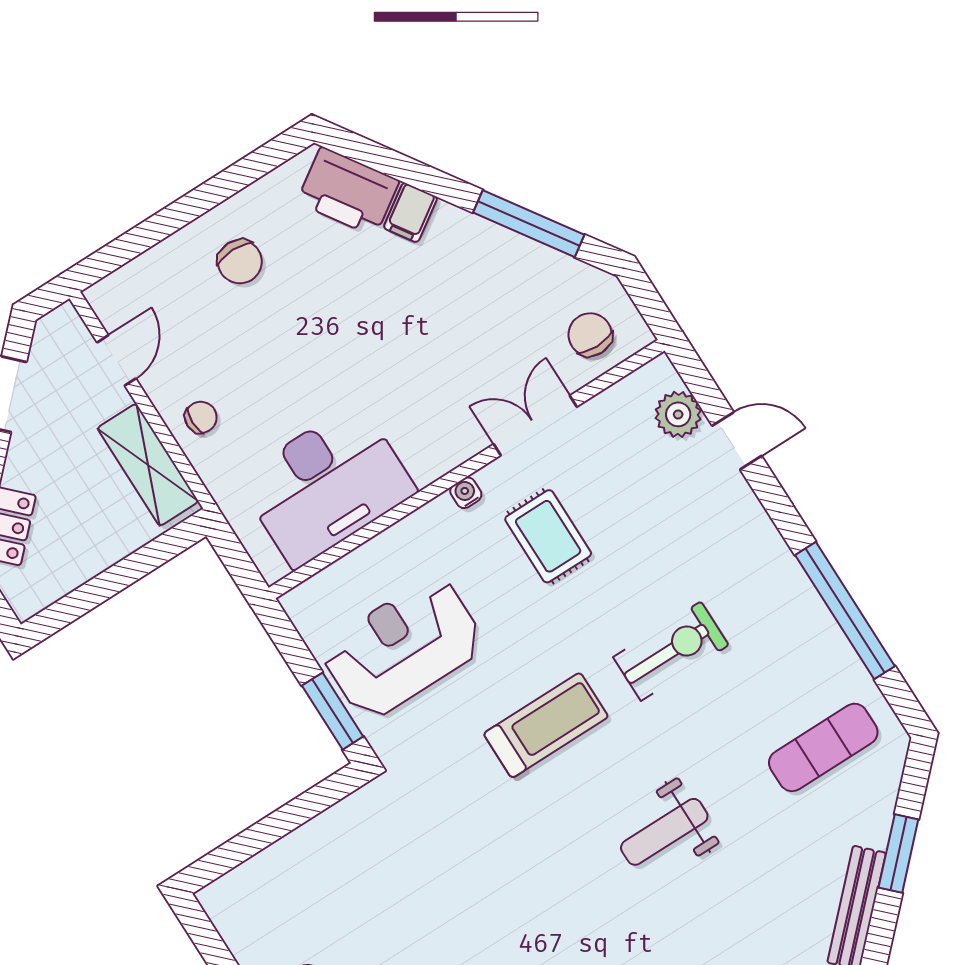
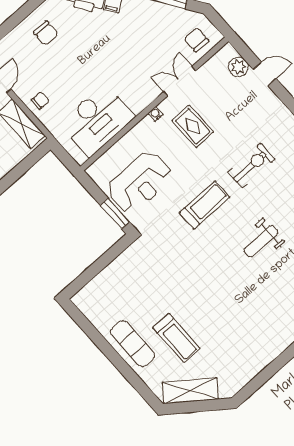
reception desk: (403, 647) -> (140, 182), turned 180

